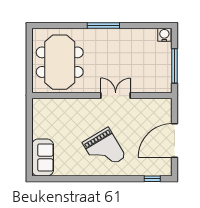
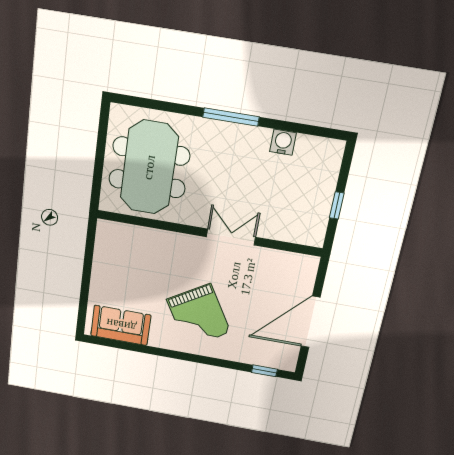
water cooler: (164, 35) -> (283, 142), moved
window: (174, 66) -> (337, 205), width x0.46
sofa: (43, 158) -> (121, 325), moved, turned -90

